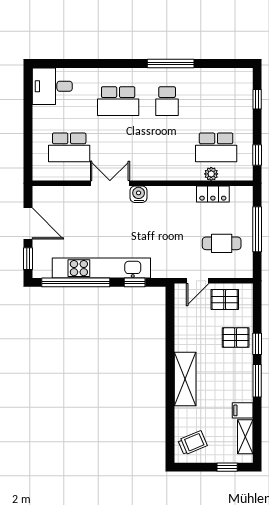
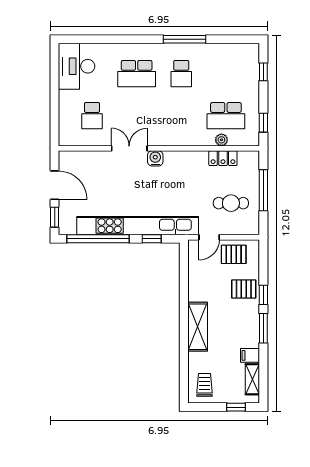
desk: (52, 86) -> (77, 66), width x1.37
school desk: (69, 147) -> (92, 116), width x0.54
kitchen unit: (101, 268) -> (138, 226), width x1.36
trolley: (193, 443) -> (204, 385), turned -67

